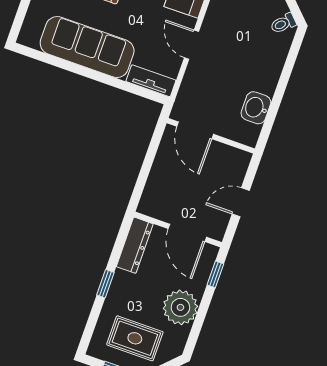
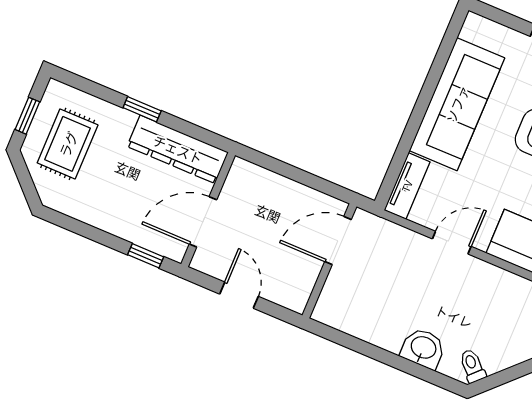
washbasin: (256, 108) -> (423, 348), moved
dresser: (135, 245) -> (178, 149), width x1.37, depth x1.24
plant: (180, 307) -> (105, 207), removed

